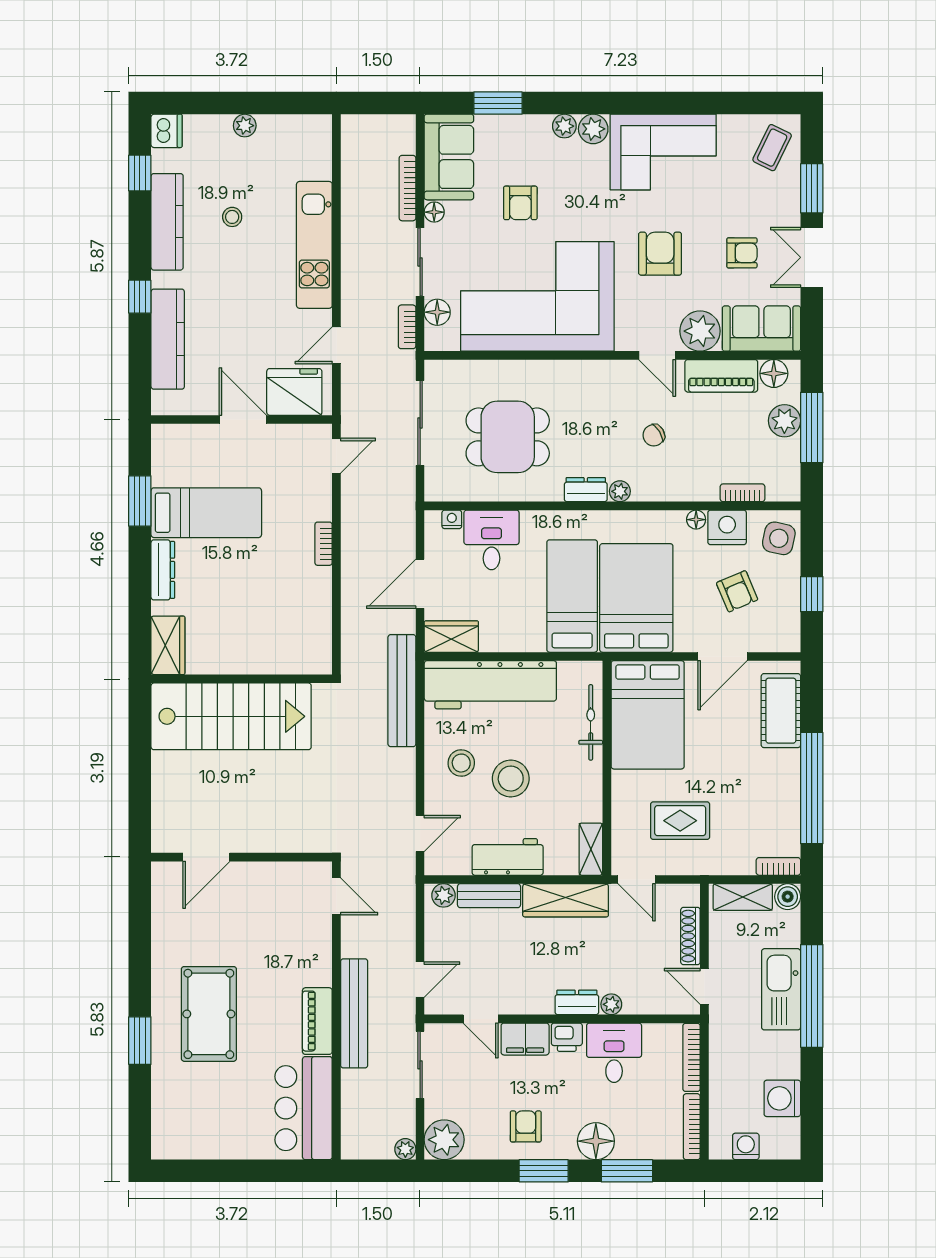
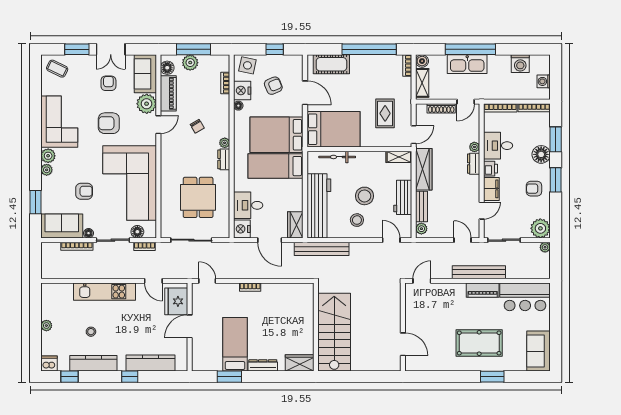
nightstand: (452, 519) -> (242, 229), width x1.89, depth x1.79
sofa: (192, 1136) -> (539, 351), added

